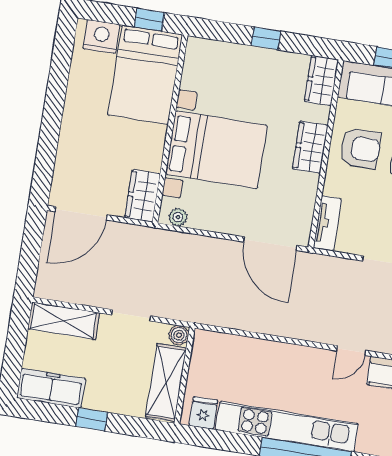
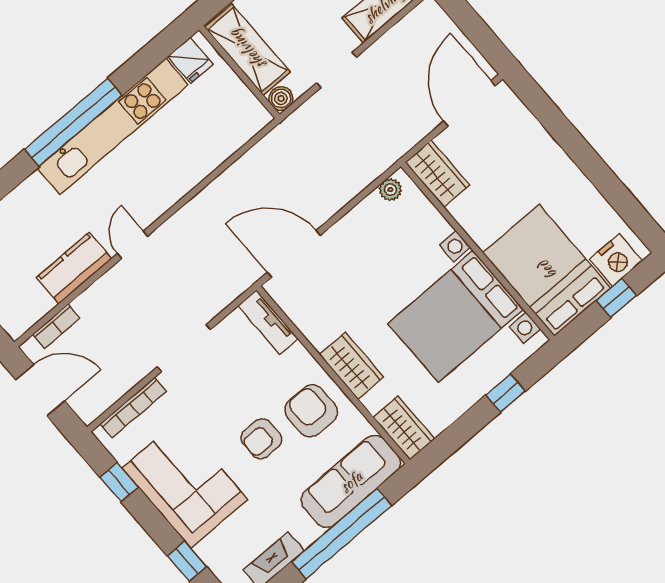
window: (149, 20) -> (616, 298), moved
window: (266, 38) -> (505, 393), moved
armchair: (360, 148) -> (311, 411), turned 90
bed with nightstands: (216, 150) -> (456, 316), moved

